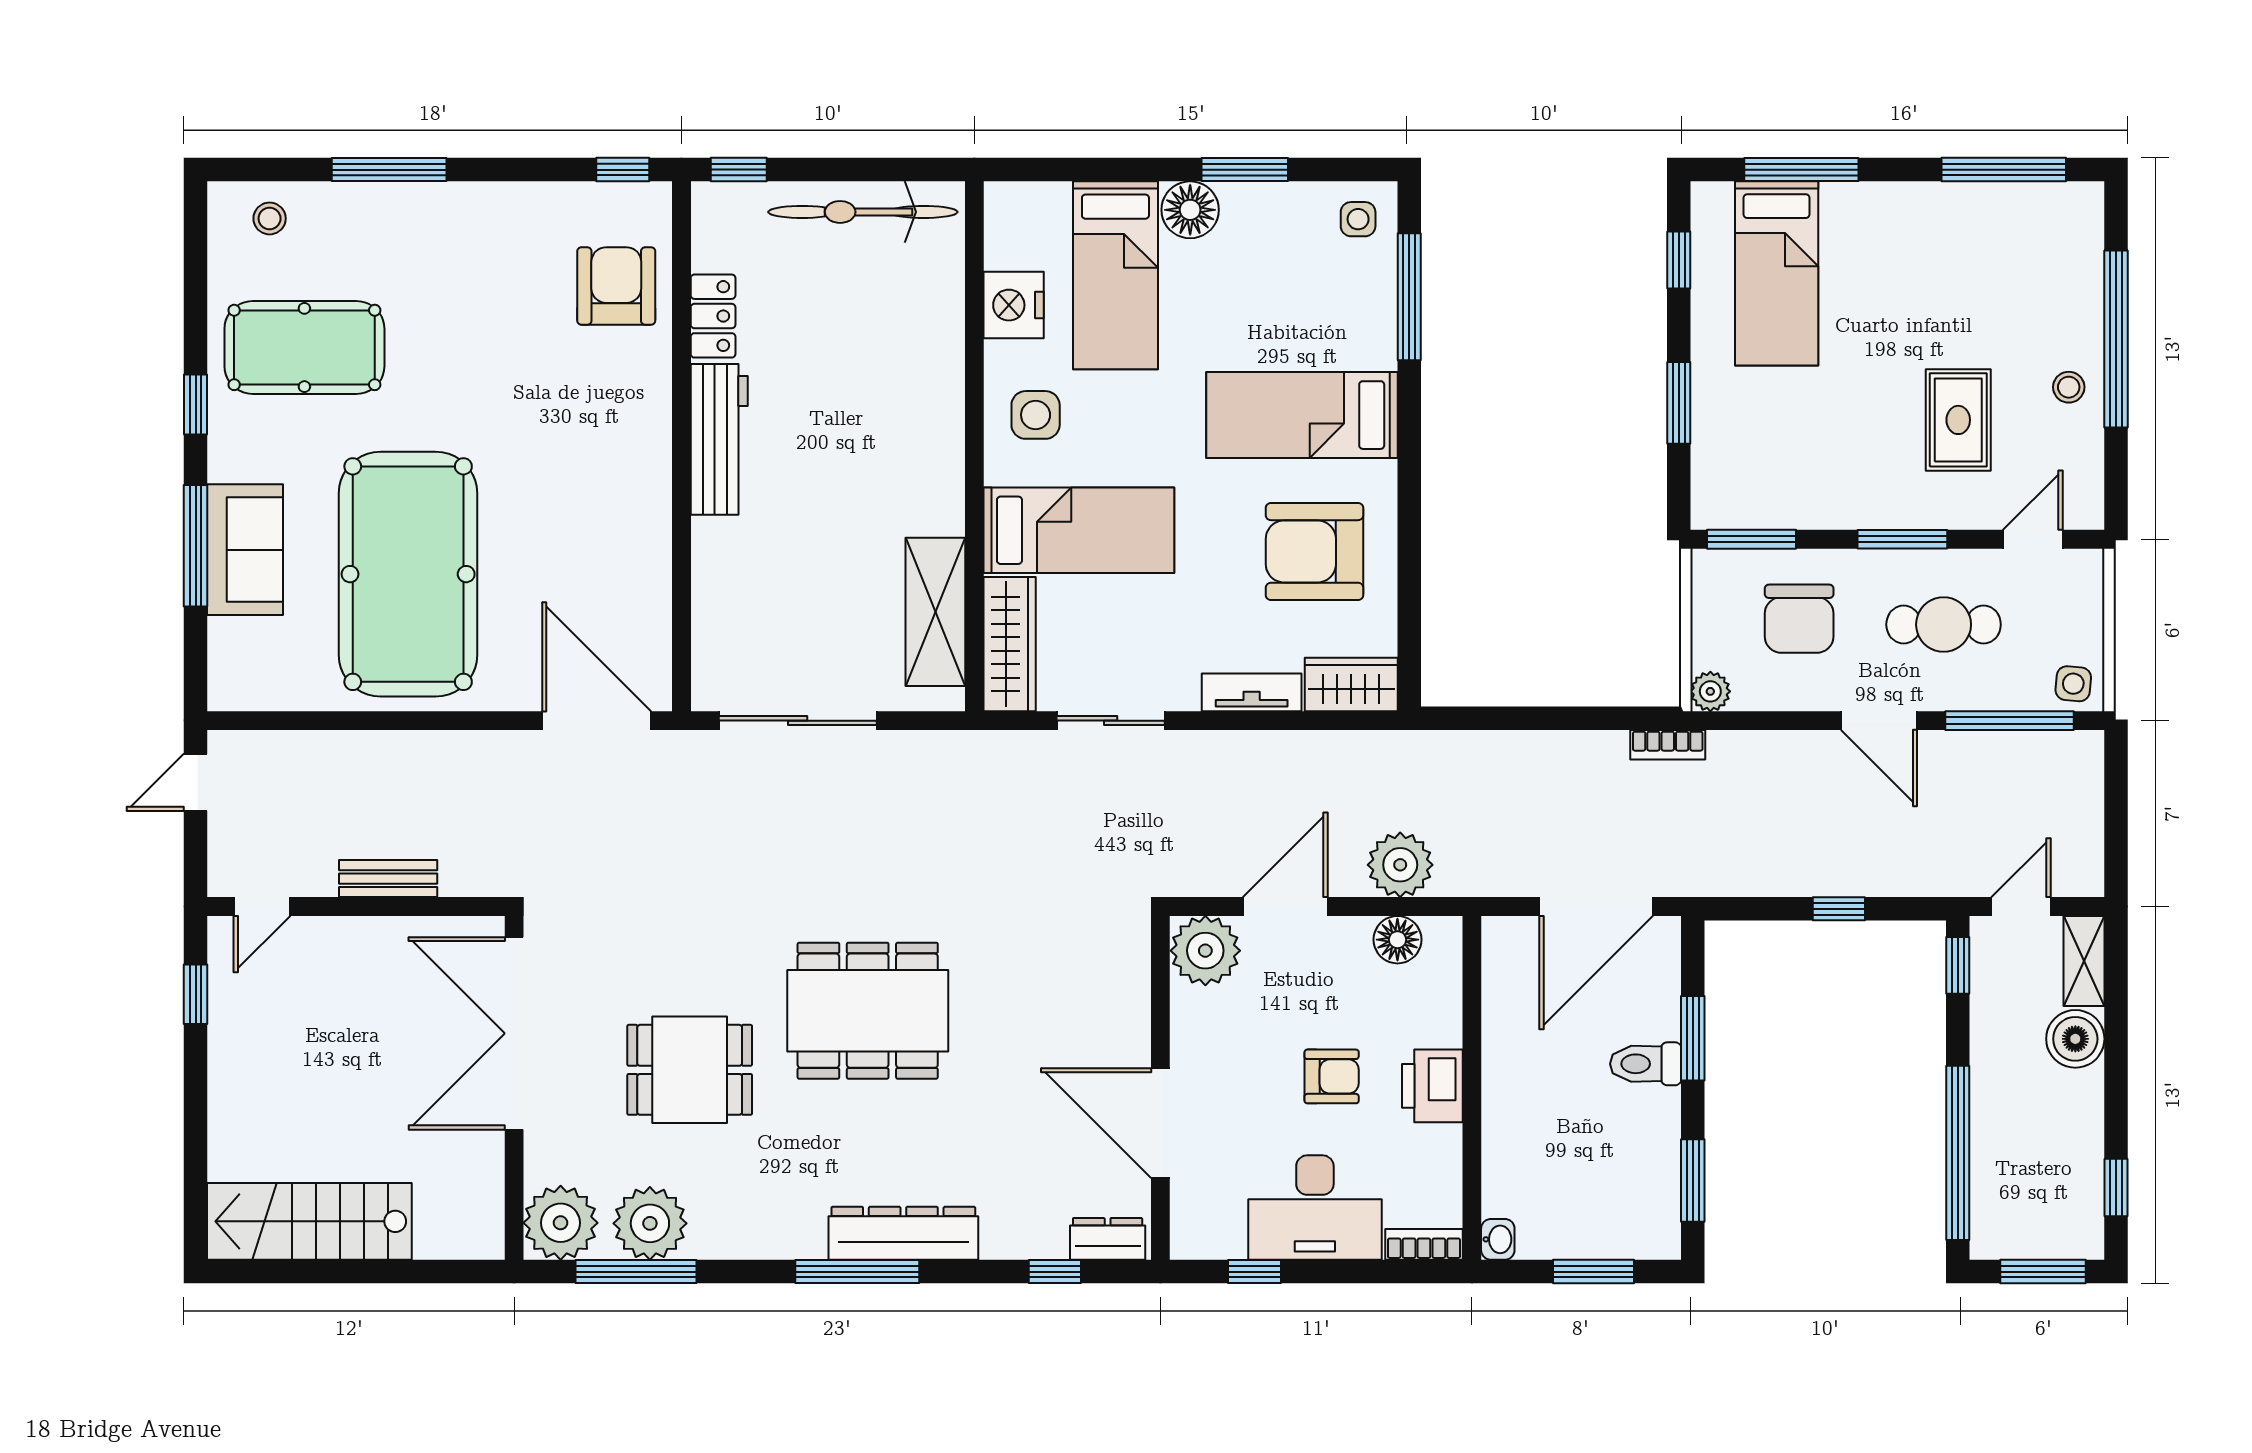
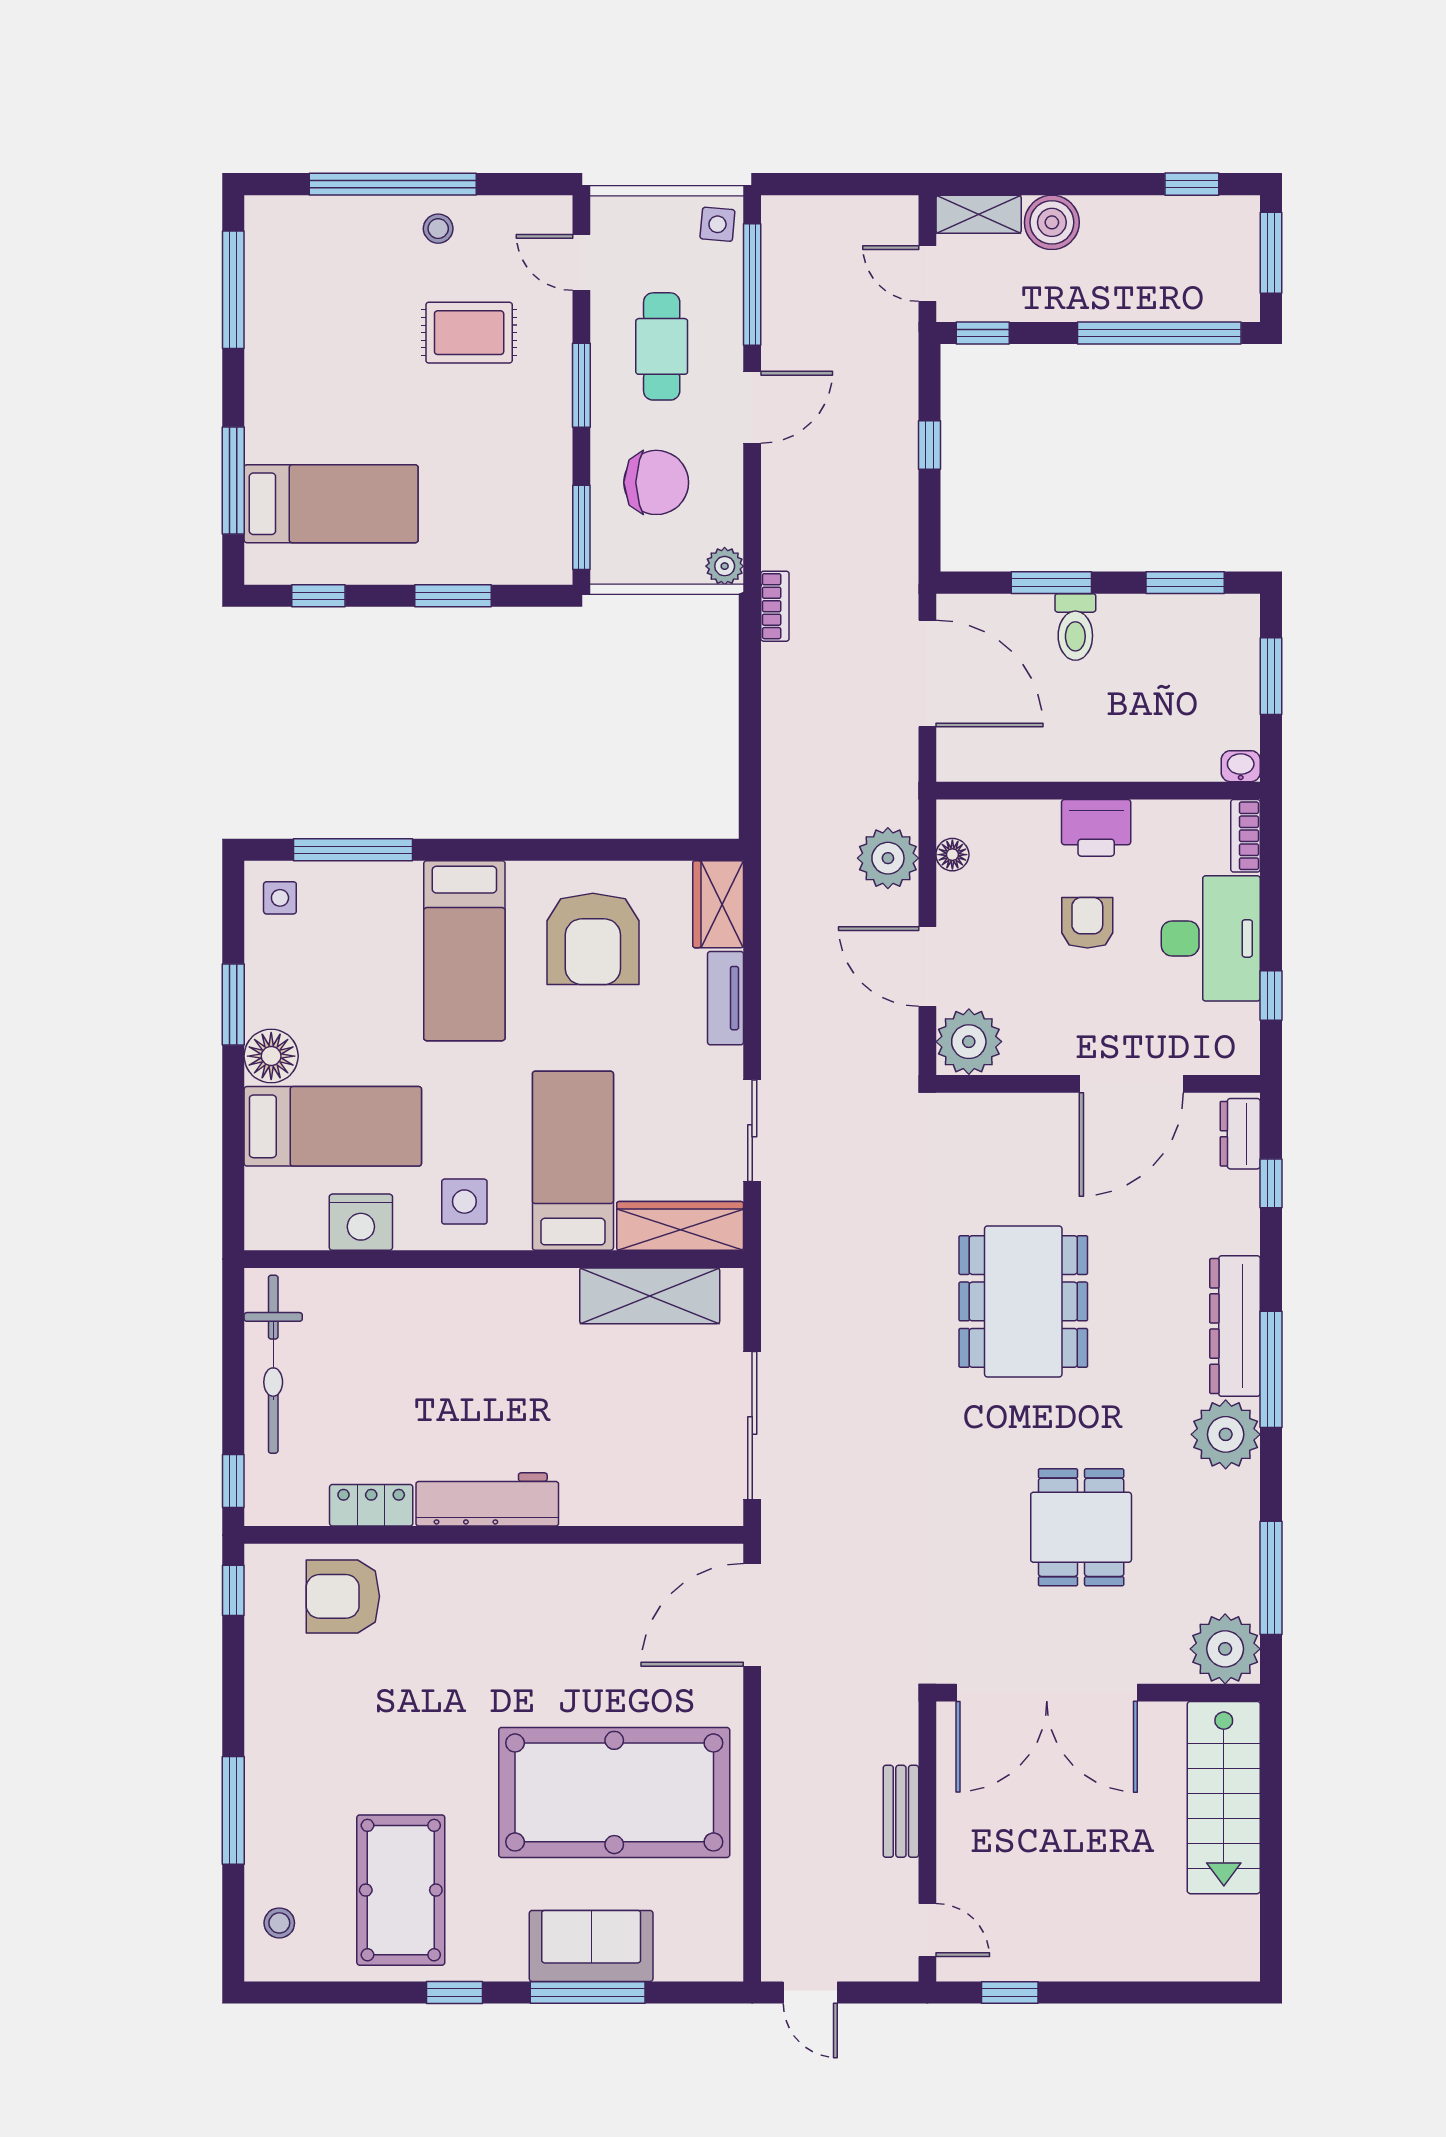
floor lamp: (1397, 940) -> (952, 855), width x0.73, depth x0.73
dining table: (868, 1011) -> (1023, 1301), moved
stairs: (309, 1221) -> (1224, 1798), moved
plant: (650, 1223) -> (1226, 1434), moved

